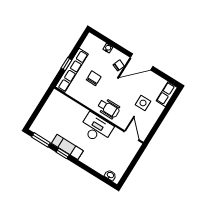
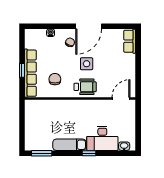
chair: (94, 78) -> (55, 79), moved
side table: (143, 103) -> (87, 64), moved
desk: (96, 128) -> (102, 138), moved, turned 180
door: (131, 136) -> (121, 98), hinge flipped
window: (63, 153) -> (89, 153), moved

